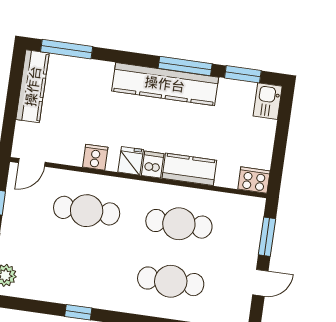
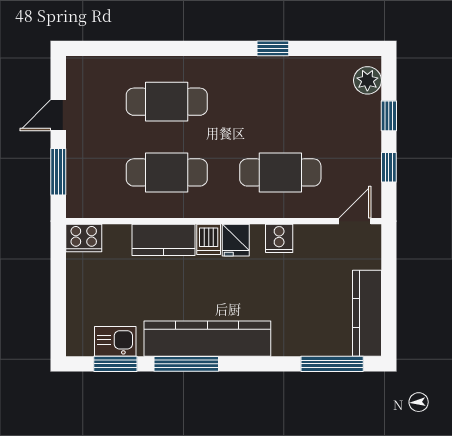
kitchen sink: (268, 101) -> (115, 341), moved, turned -90

